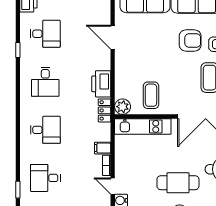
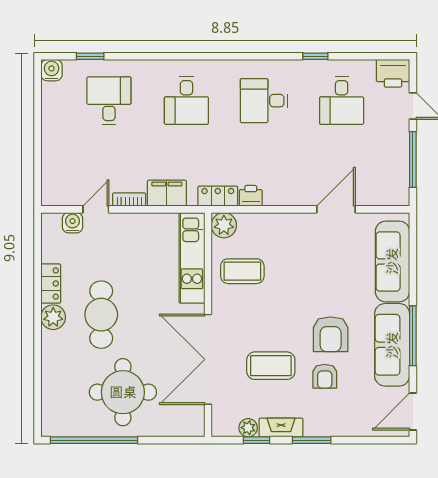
printer: (101, 84) -> (251, 196), width x0.53, depth x0.68
filing cabinet: (103, 148) -> (167, 193), width x2.00

